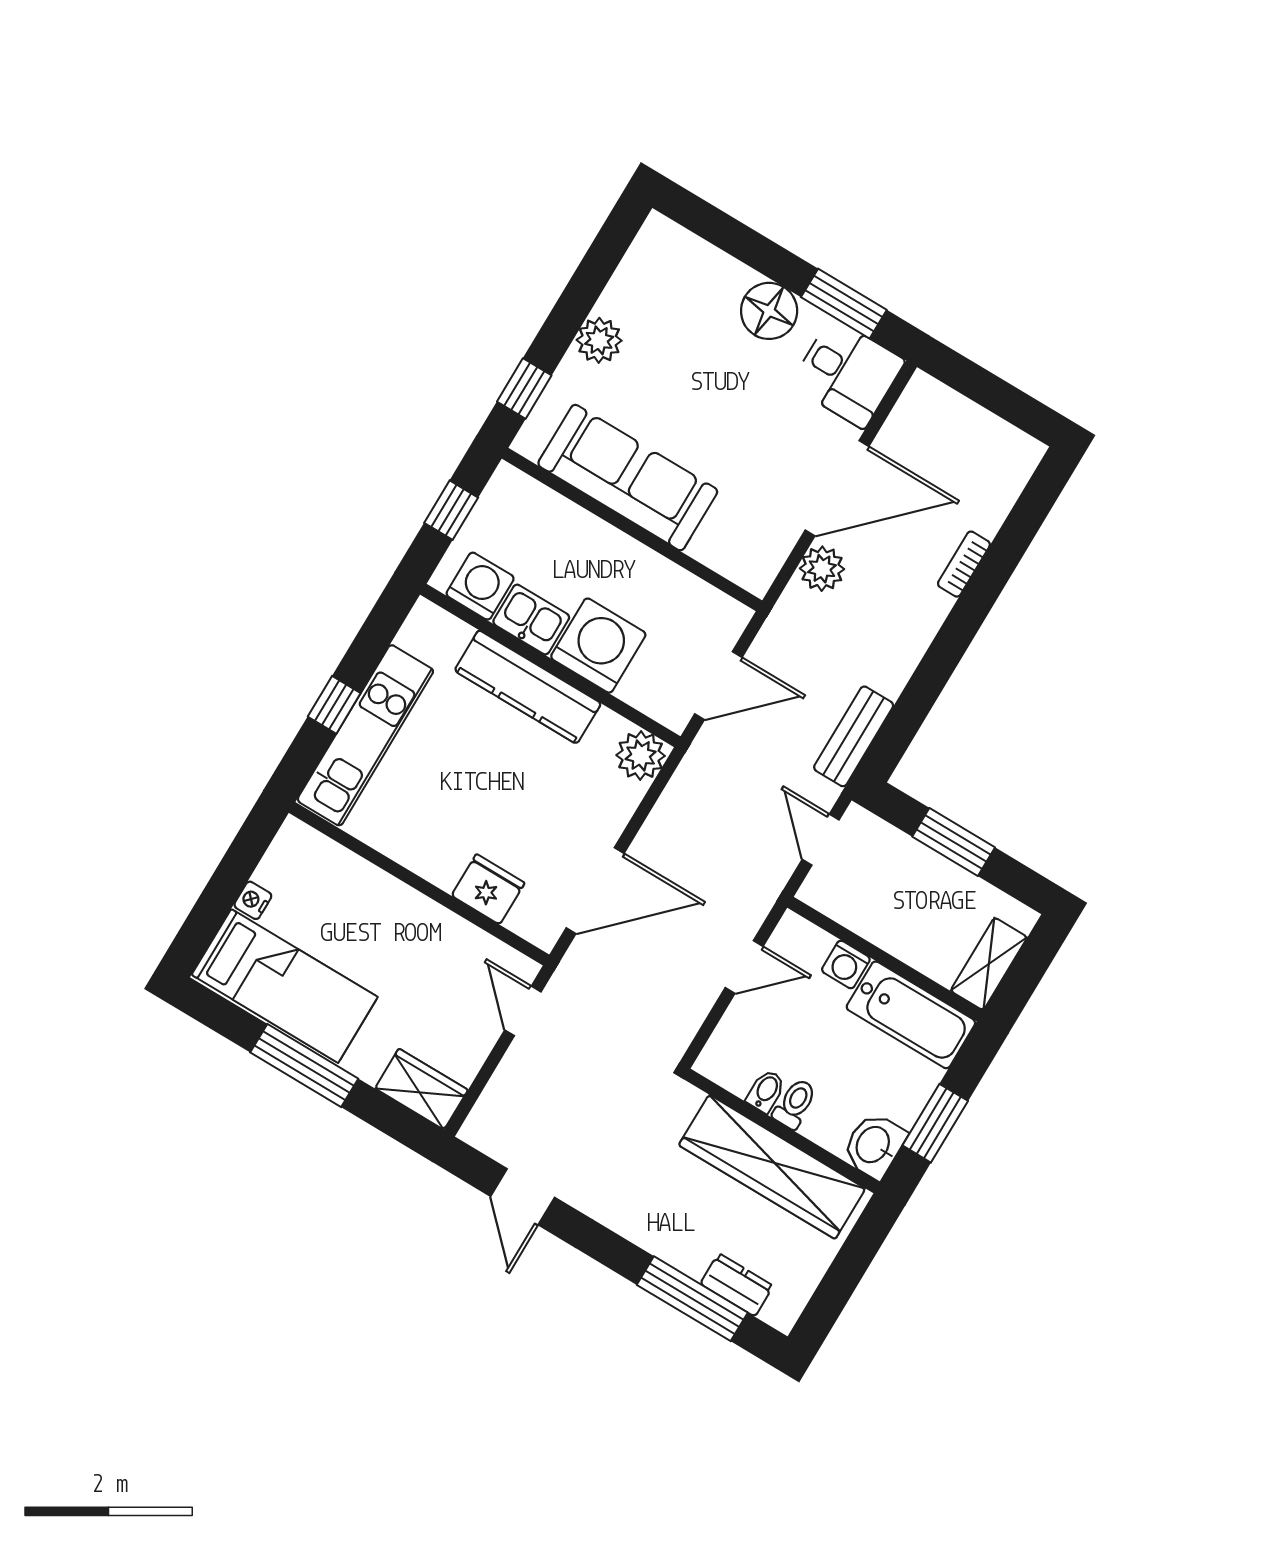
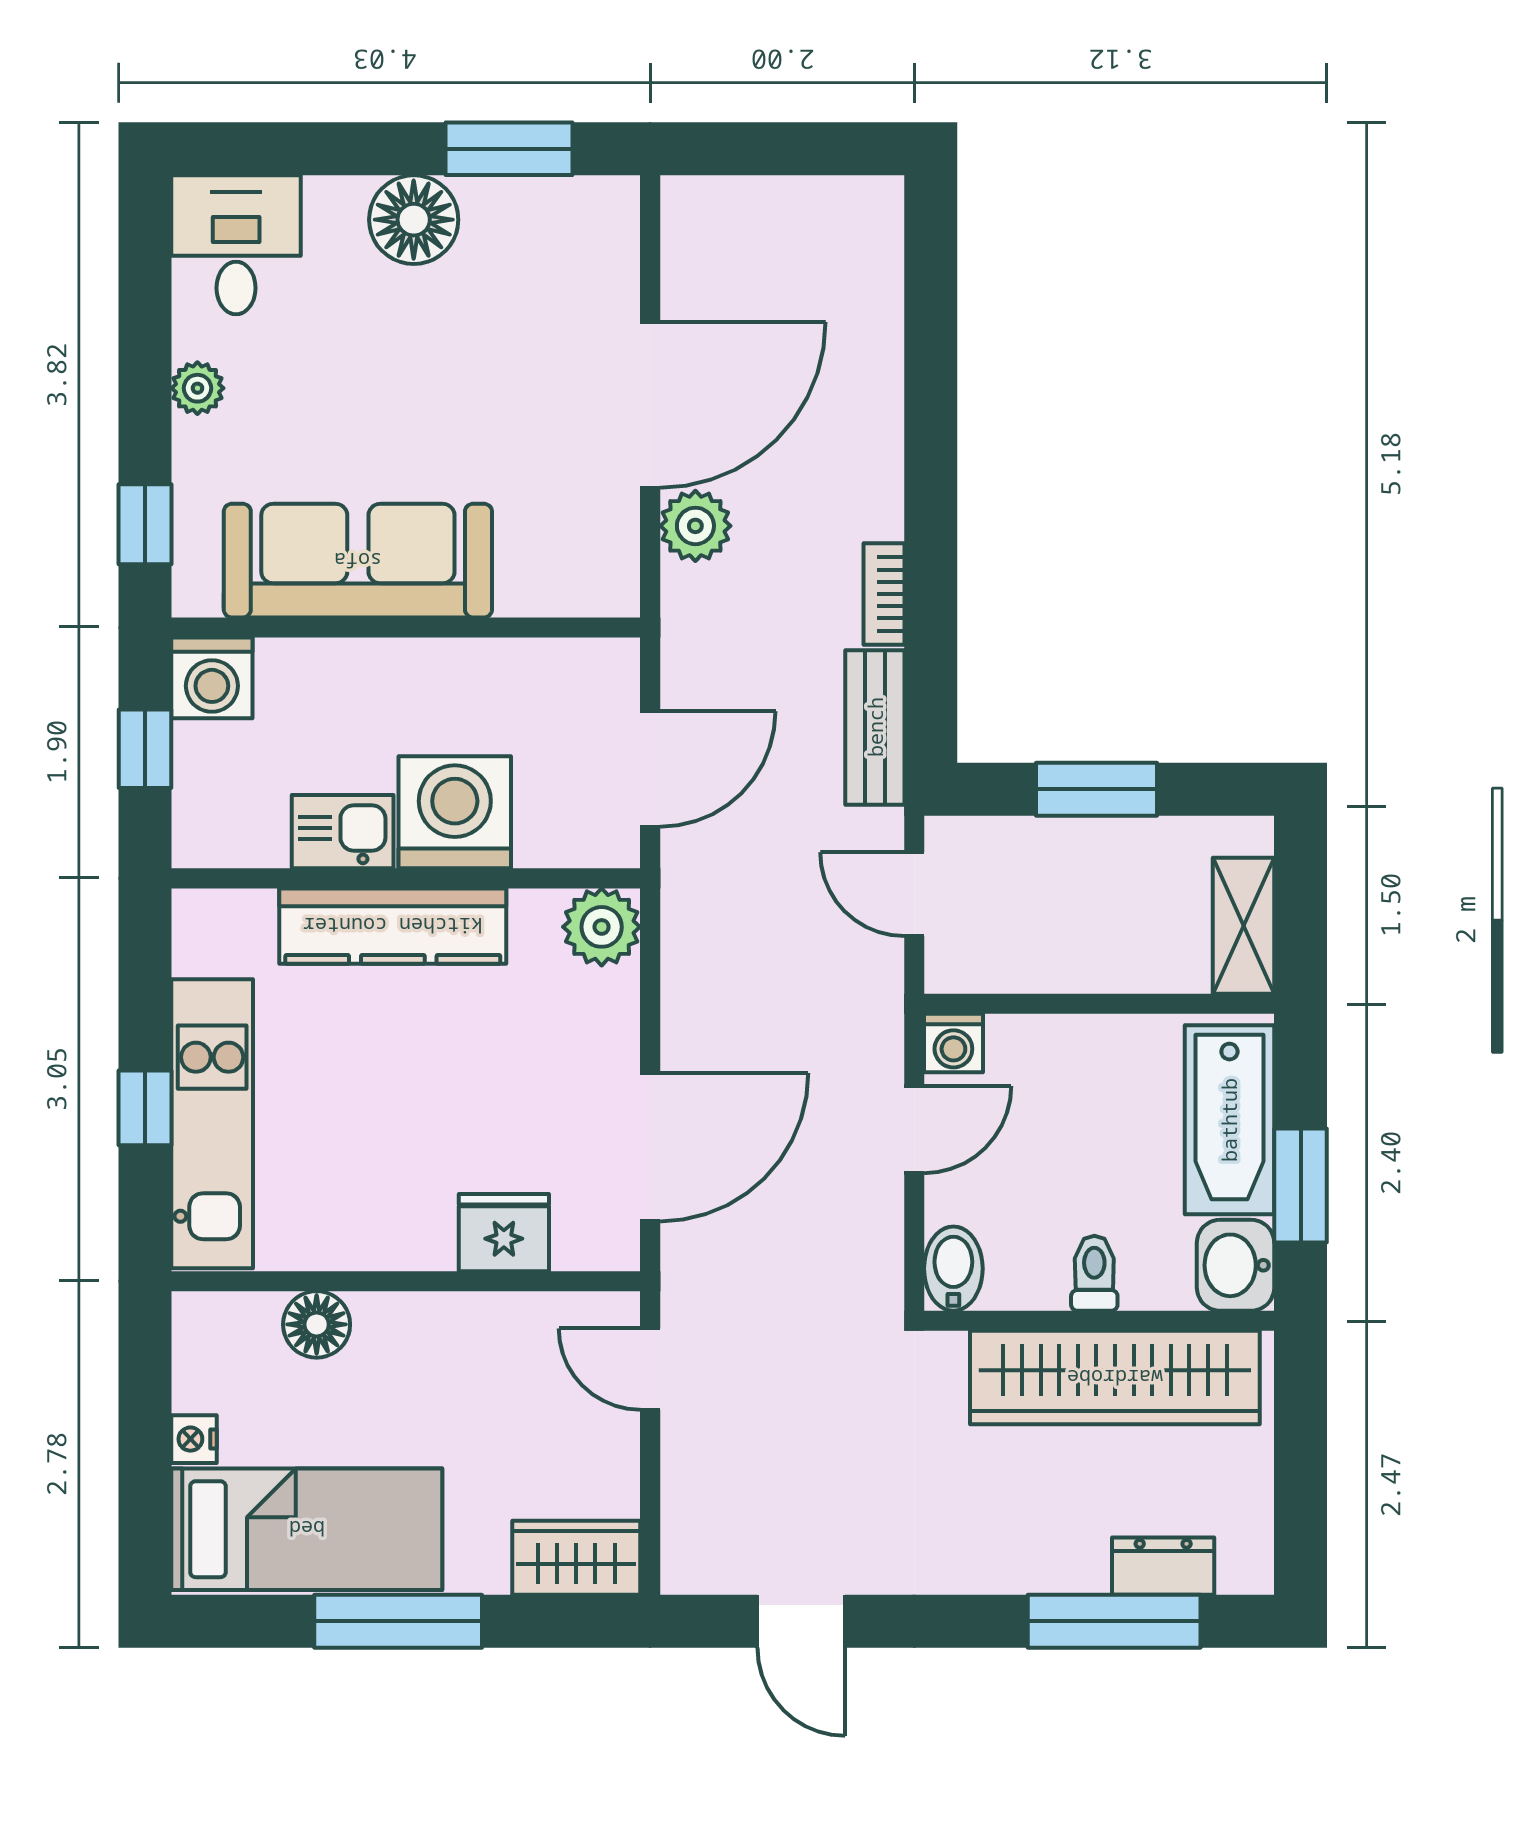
plant: (599, 340) -> (197, 388), width x0.73, depth x0.73
desk: (848, 373) -> (236, 245), moved, turned -90
bookcase: (964, 564) -> (884, 594), moved
washing machine: (480, 586) -> (212, 678), moved, turned 180
floor lamp: (357, 878) -> (317, 1324), added
washing machine: (846, 964) -> (953, 1043), moved
bathtub: (911, 1015) -> (1229, 1120), moved, turned 90
bidet: (766, 1091) -> (953, 1269), moved, width x1.38, depth x1.36

